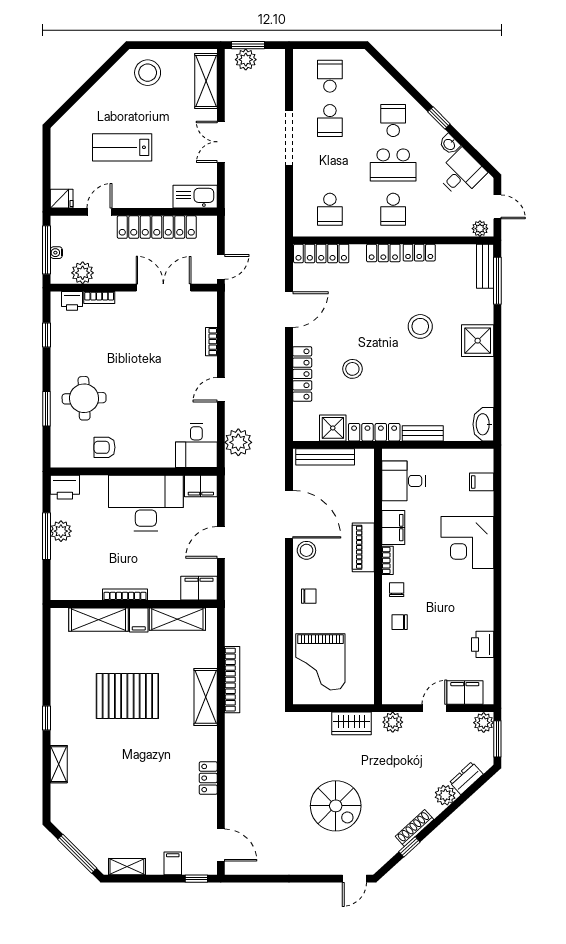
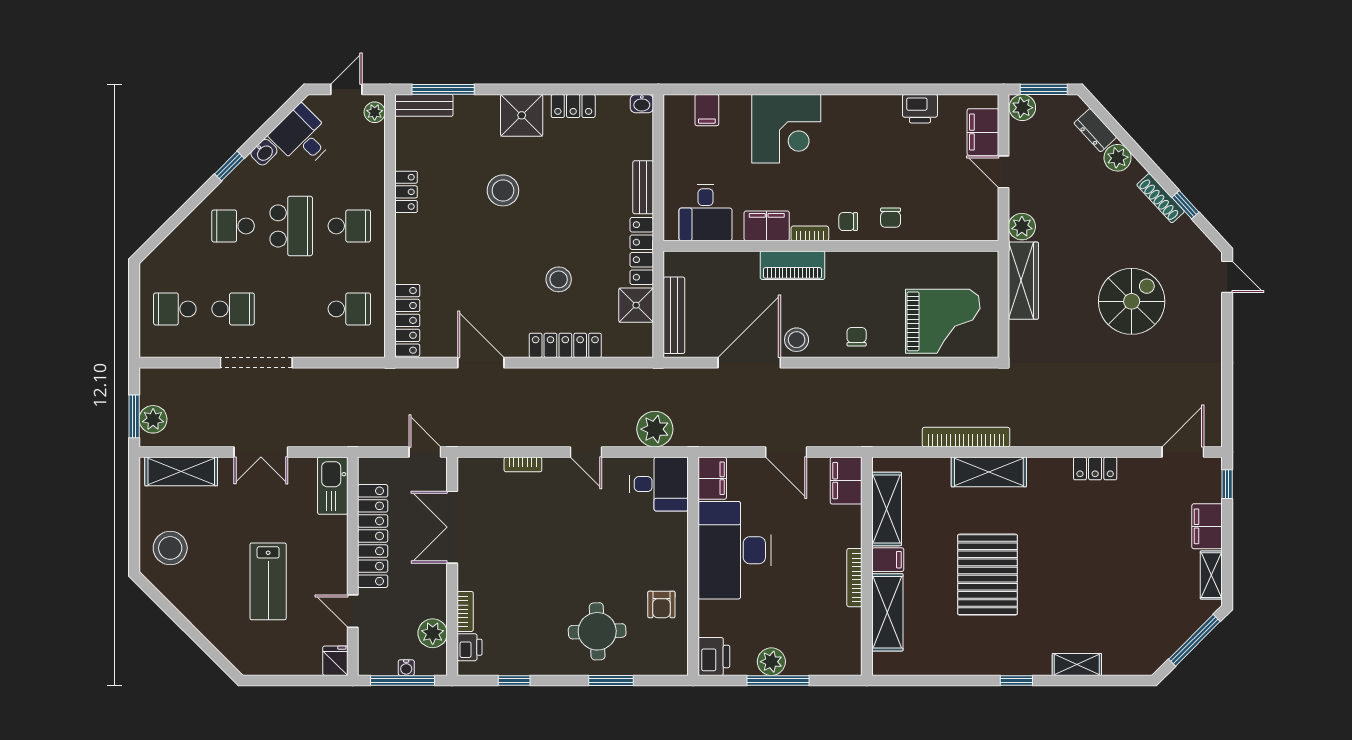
locker: (383, 253) -> (573, 106), moved, turned 90
washbasin: (483, 424) -> (642, 104), width x0.52, depth x0.69
wardrobe: (352, 723) -> (1023, 281), width x1.50
filing cabinet: (173, 863) -> (1207, 526), width x2.00

